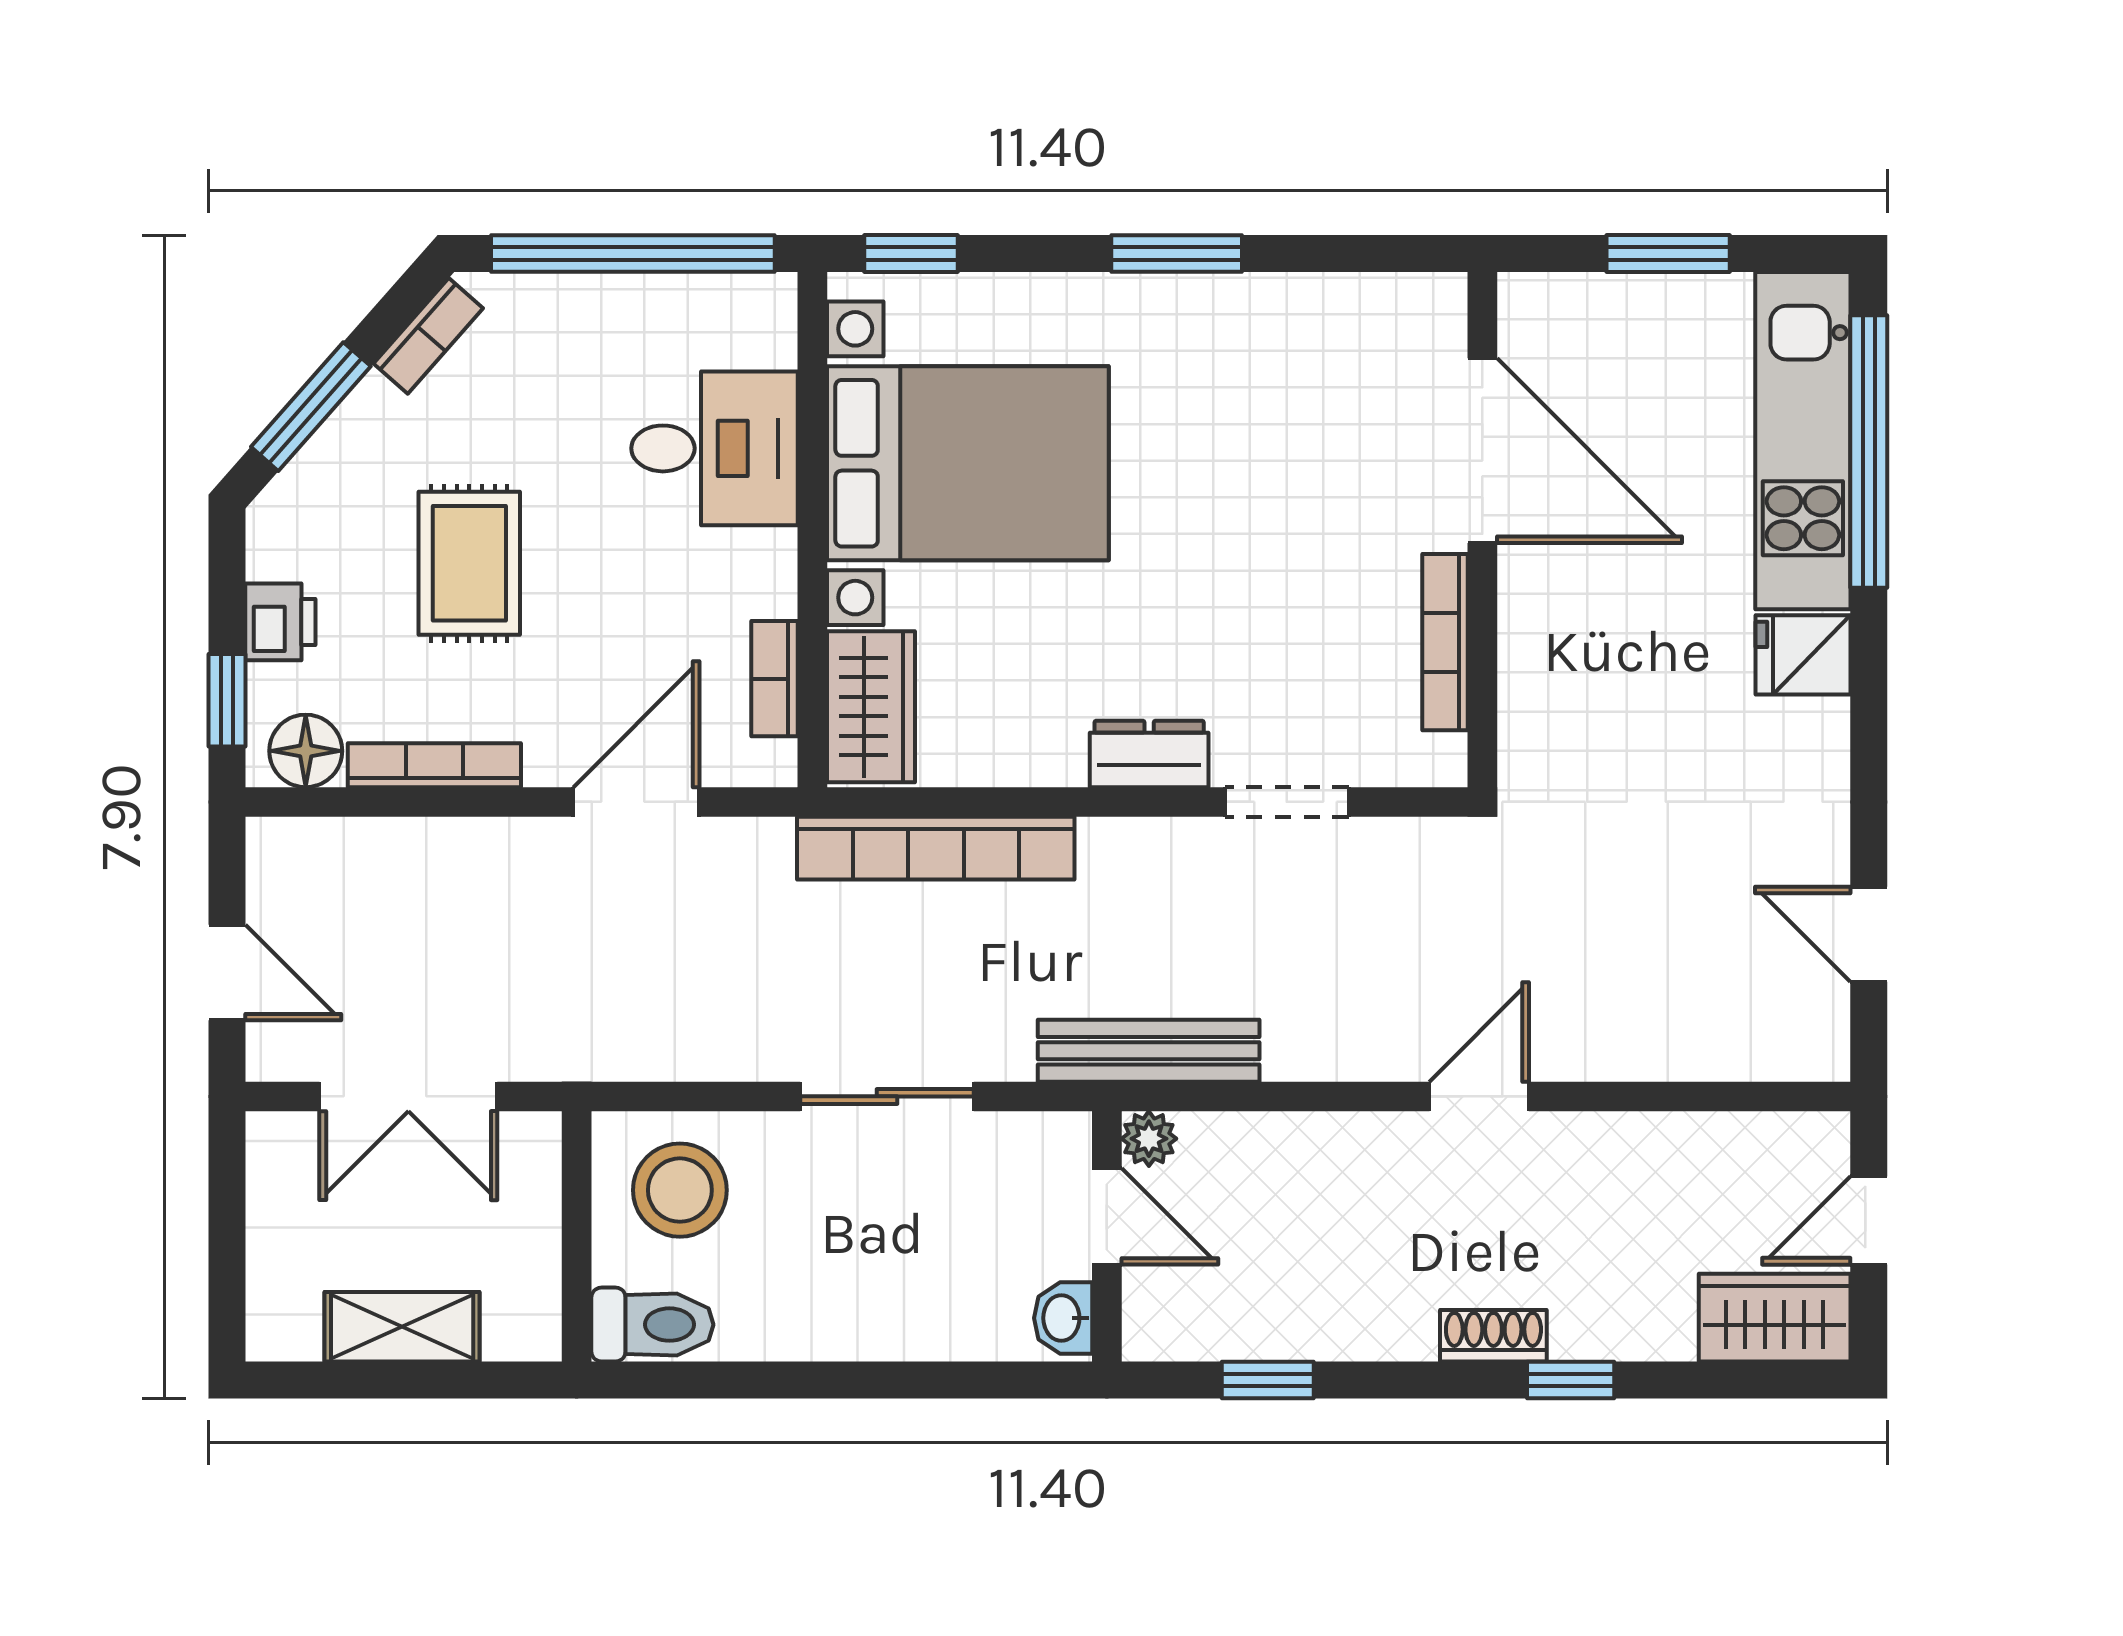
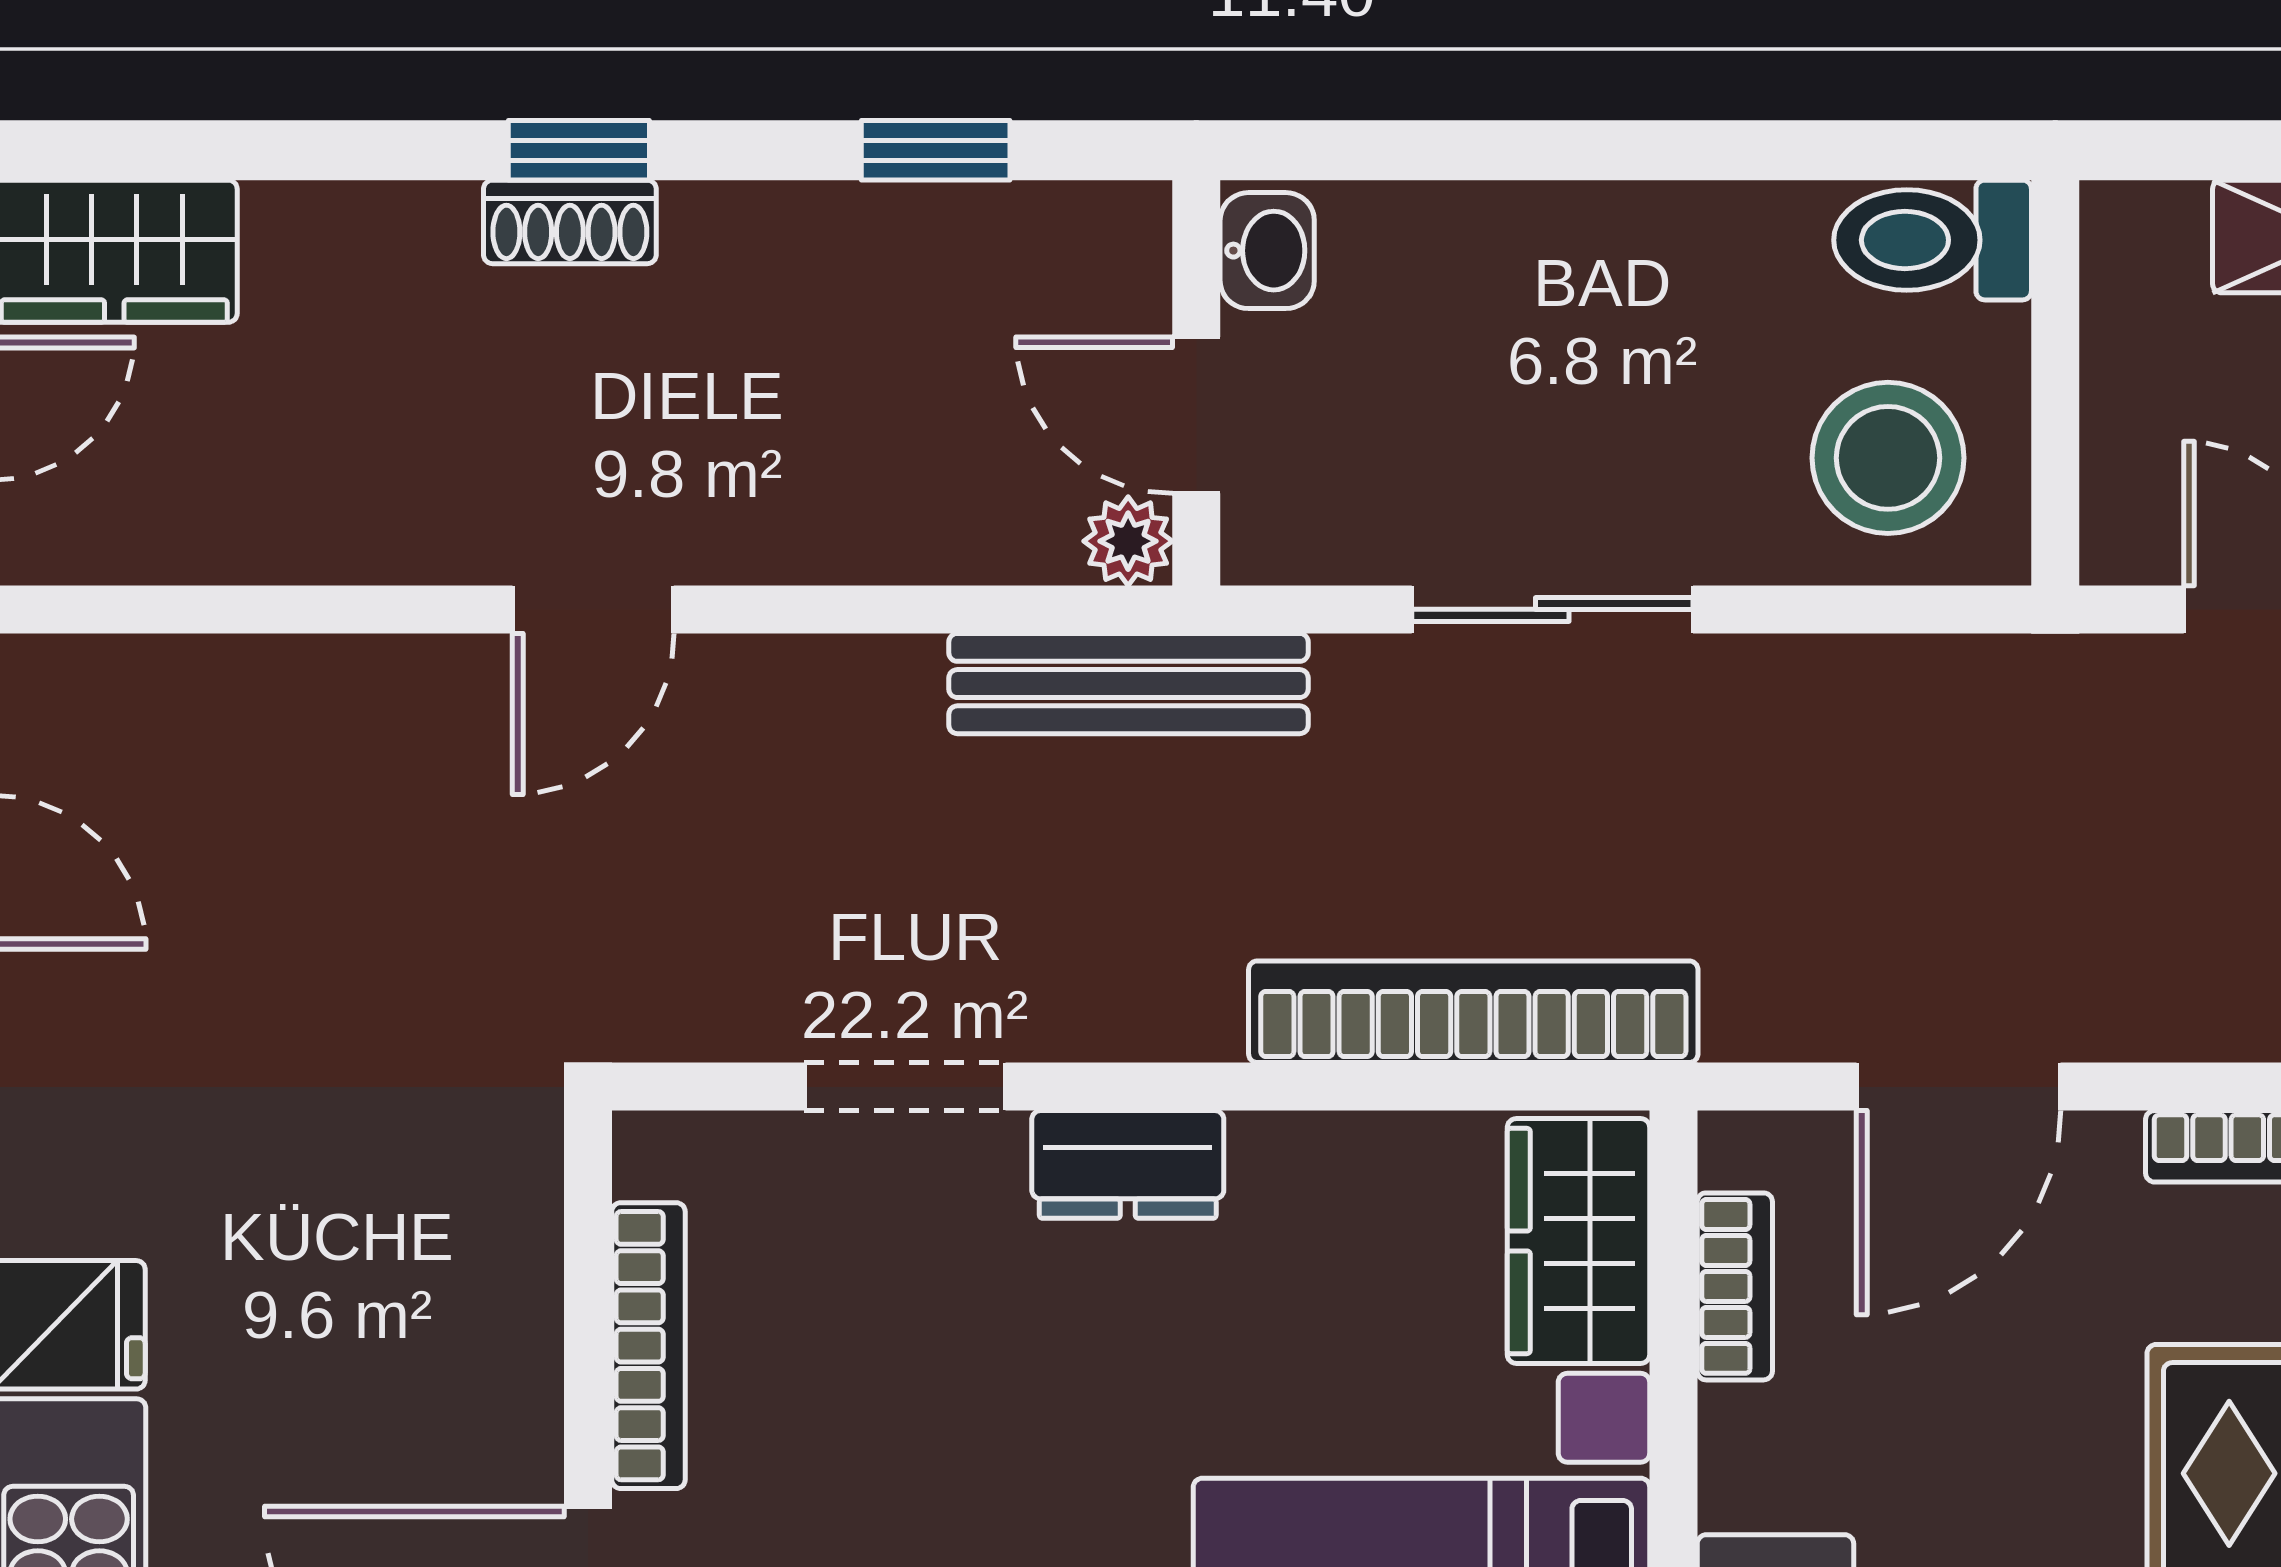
window: (1571, 1380) -> (579, 150), moved

